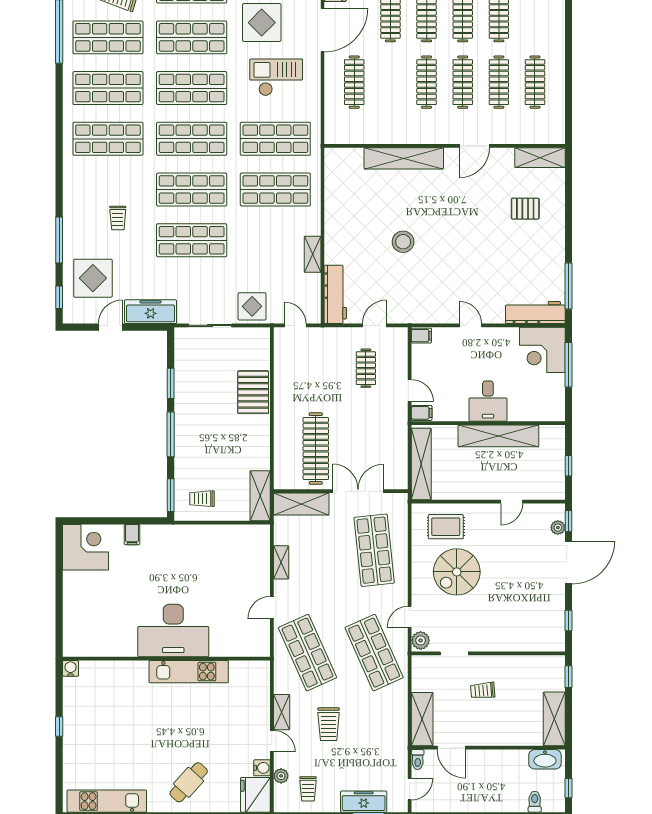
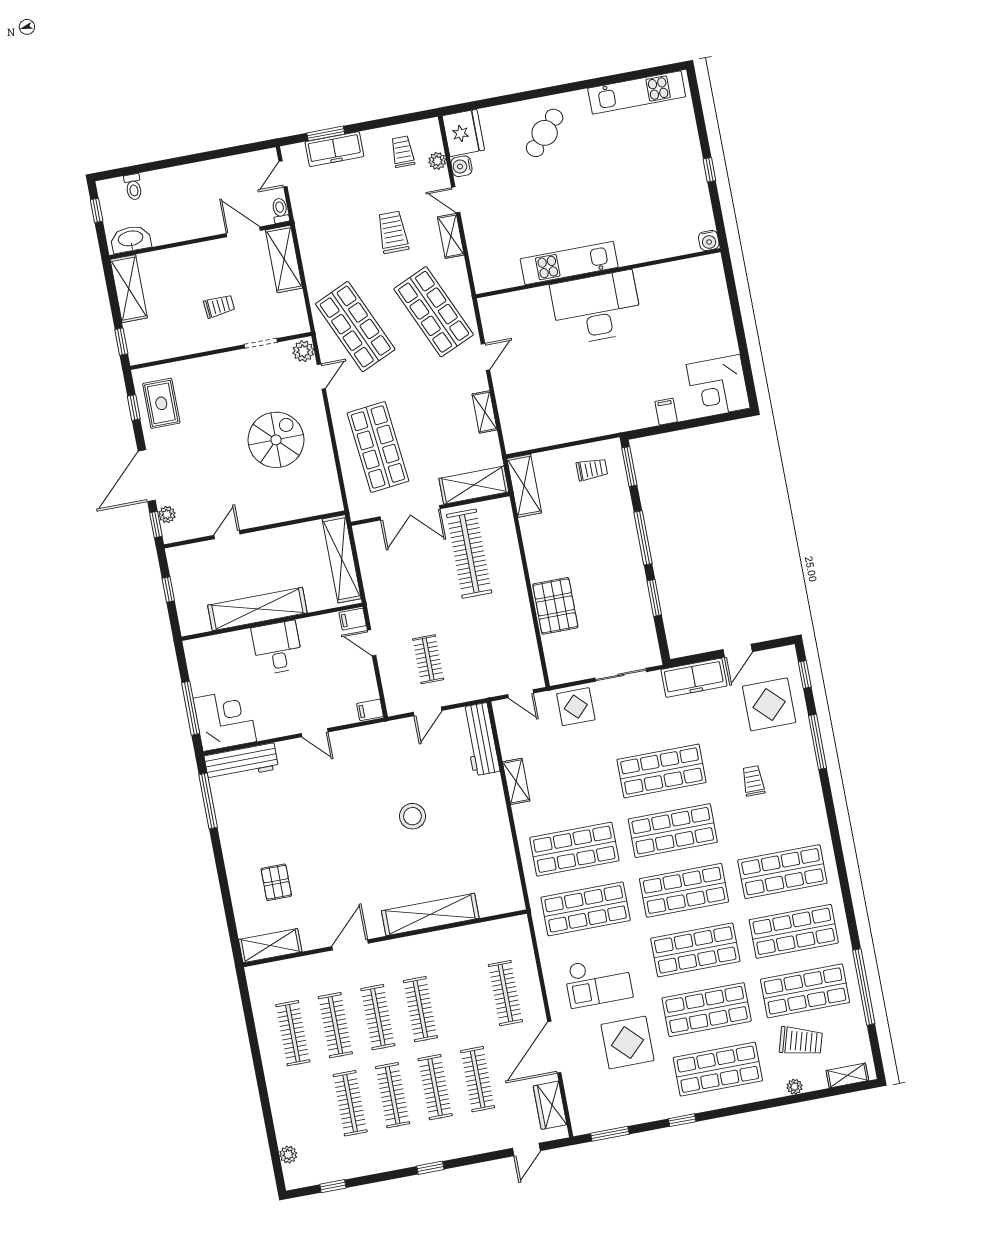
pallet: (525, 209) -> (276, 882), turned 90
rug: (446, 527) -> (161, 403), moved, turned 90

